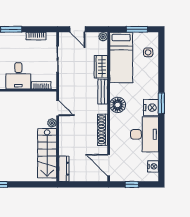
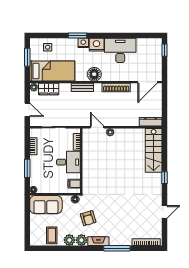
door: (77, 29) -> (27, 110), hinge flipped
wardrobe: (101, 67) -> (49, 89), moved
window: (161, 103) -> (77, 36), moved
door: (58, 108) -> (97, 127), hinge flipped
stairs: (47, 153) -> (154, 150), moved, turned 90
nightstand: (153, 166) -> (83, 43), moved
window: (132, 184) -> (165, 50), moved

